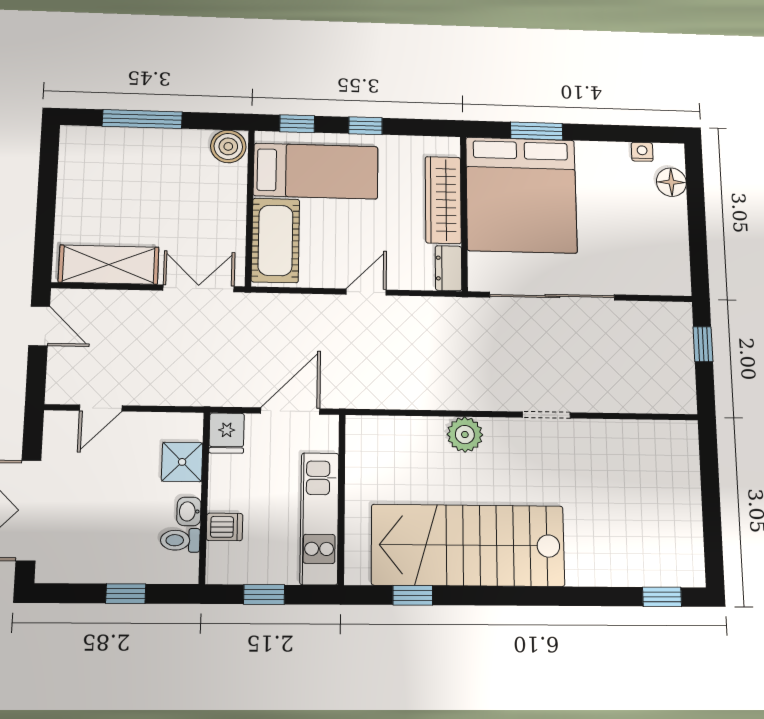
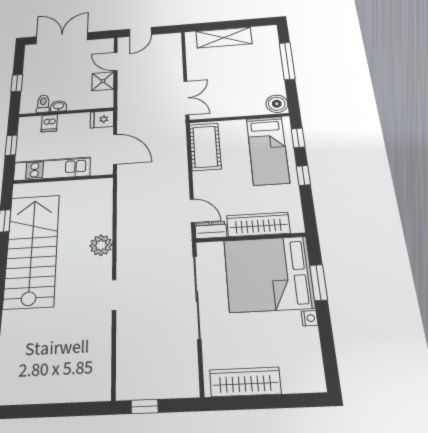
nightstand: (642, 152) -> (310, 318), moved
floor lamp: (671, 182) -> (294, 382), removed
cot: (275, 240) -> (205, 147), moved, turned 90
wardrobe: (672, 242) -> (245, 382), added
shelving: (109, 265) -> (224, 38), moved, turned 90
door: (366, 292) -> (192, 211), moved
door: (39, 326) -> (140, 32), moved
window: (703, 344) -> (145, 407), moved
shower: (182, 462) -> (103, 81), moved

